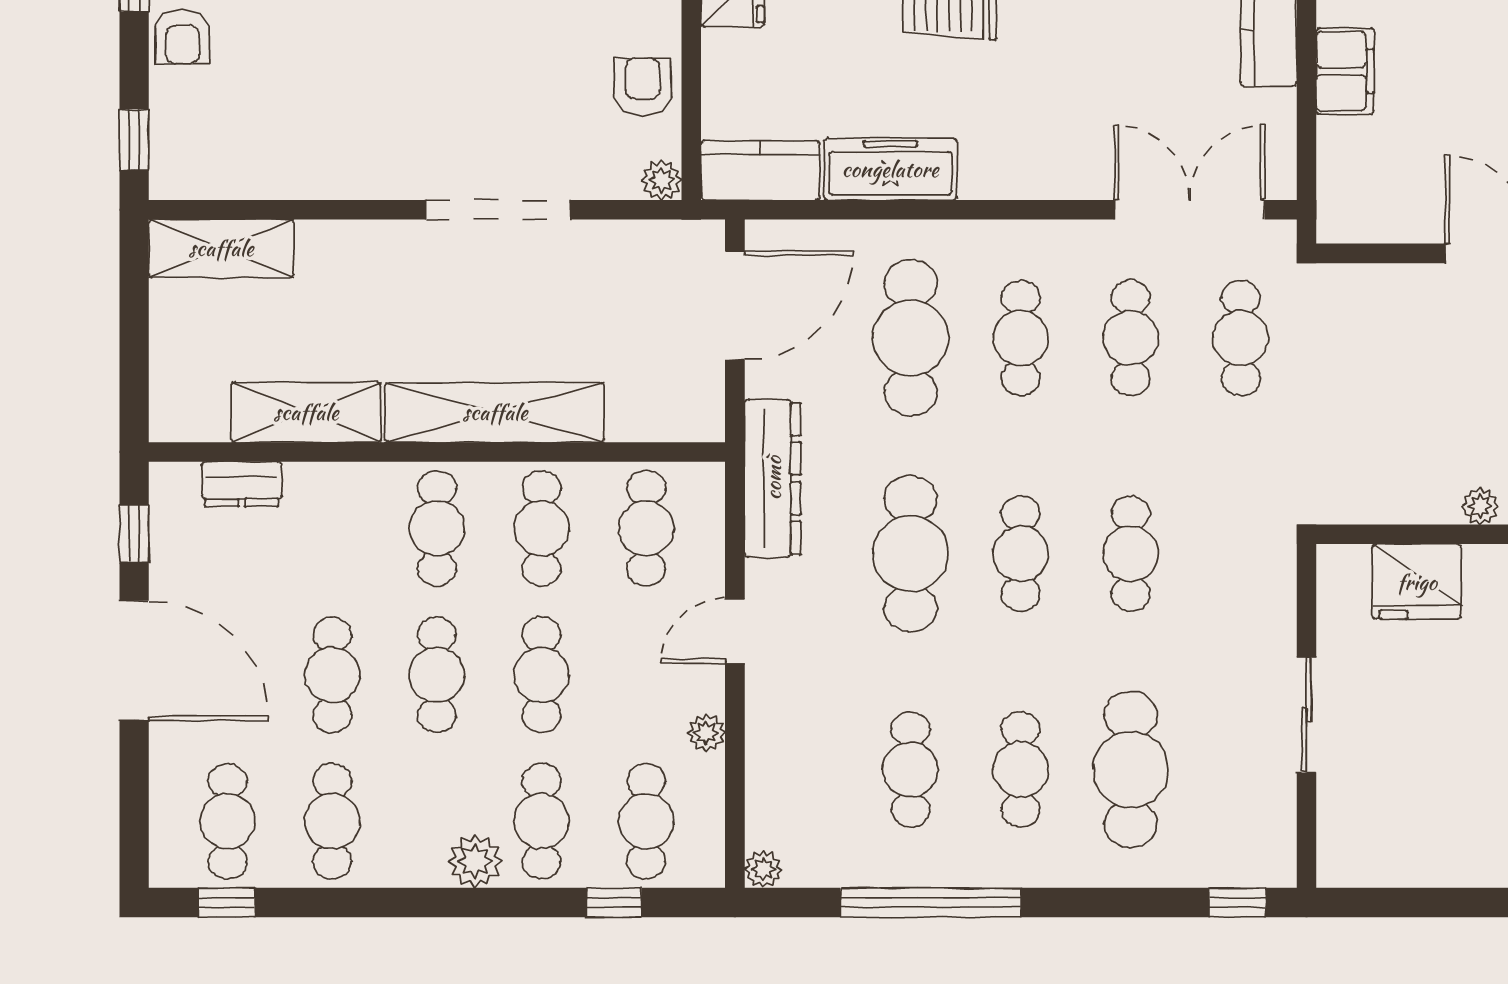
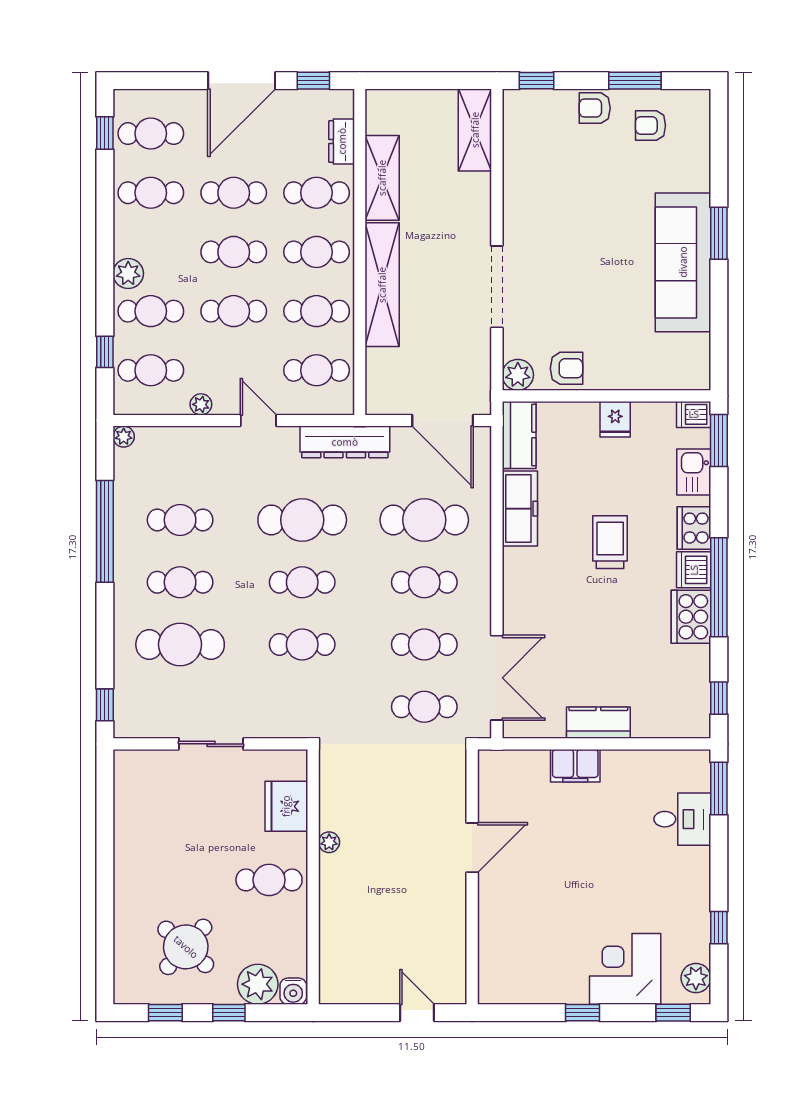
plant: (662, 180) -> (518, 375), width x1.38, depth x1.38
cafe table: (332, 528) -> (317, 193), added

